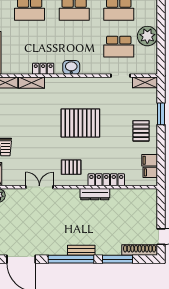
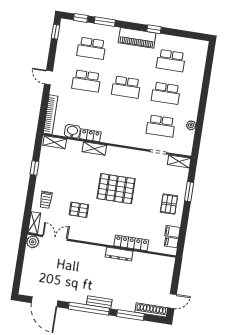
plant: (147, 36) -> (191, 125), width x0.53, depth x0.53
washbasin: (71, 67) -> (72, 131), moved
shelving: (31, 83) -> (94, 149), moved
pallet: (71, 167) -> (79, 210), moved
double door: (39, 187) -> (55, 238), moved

